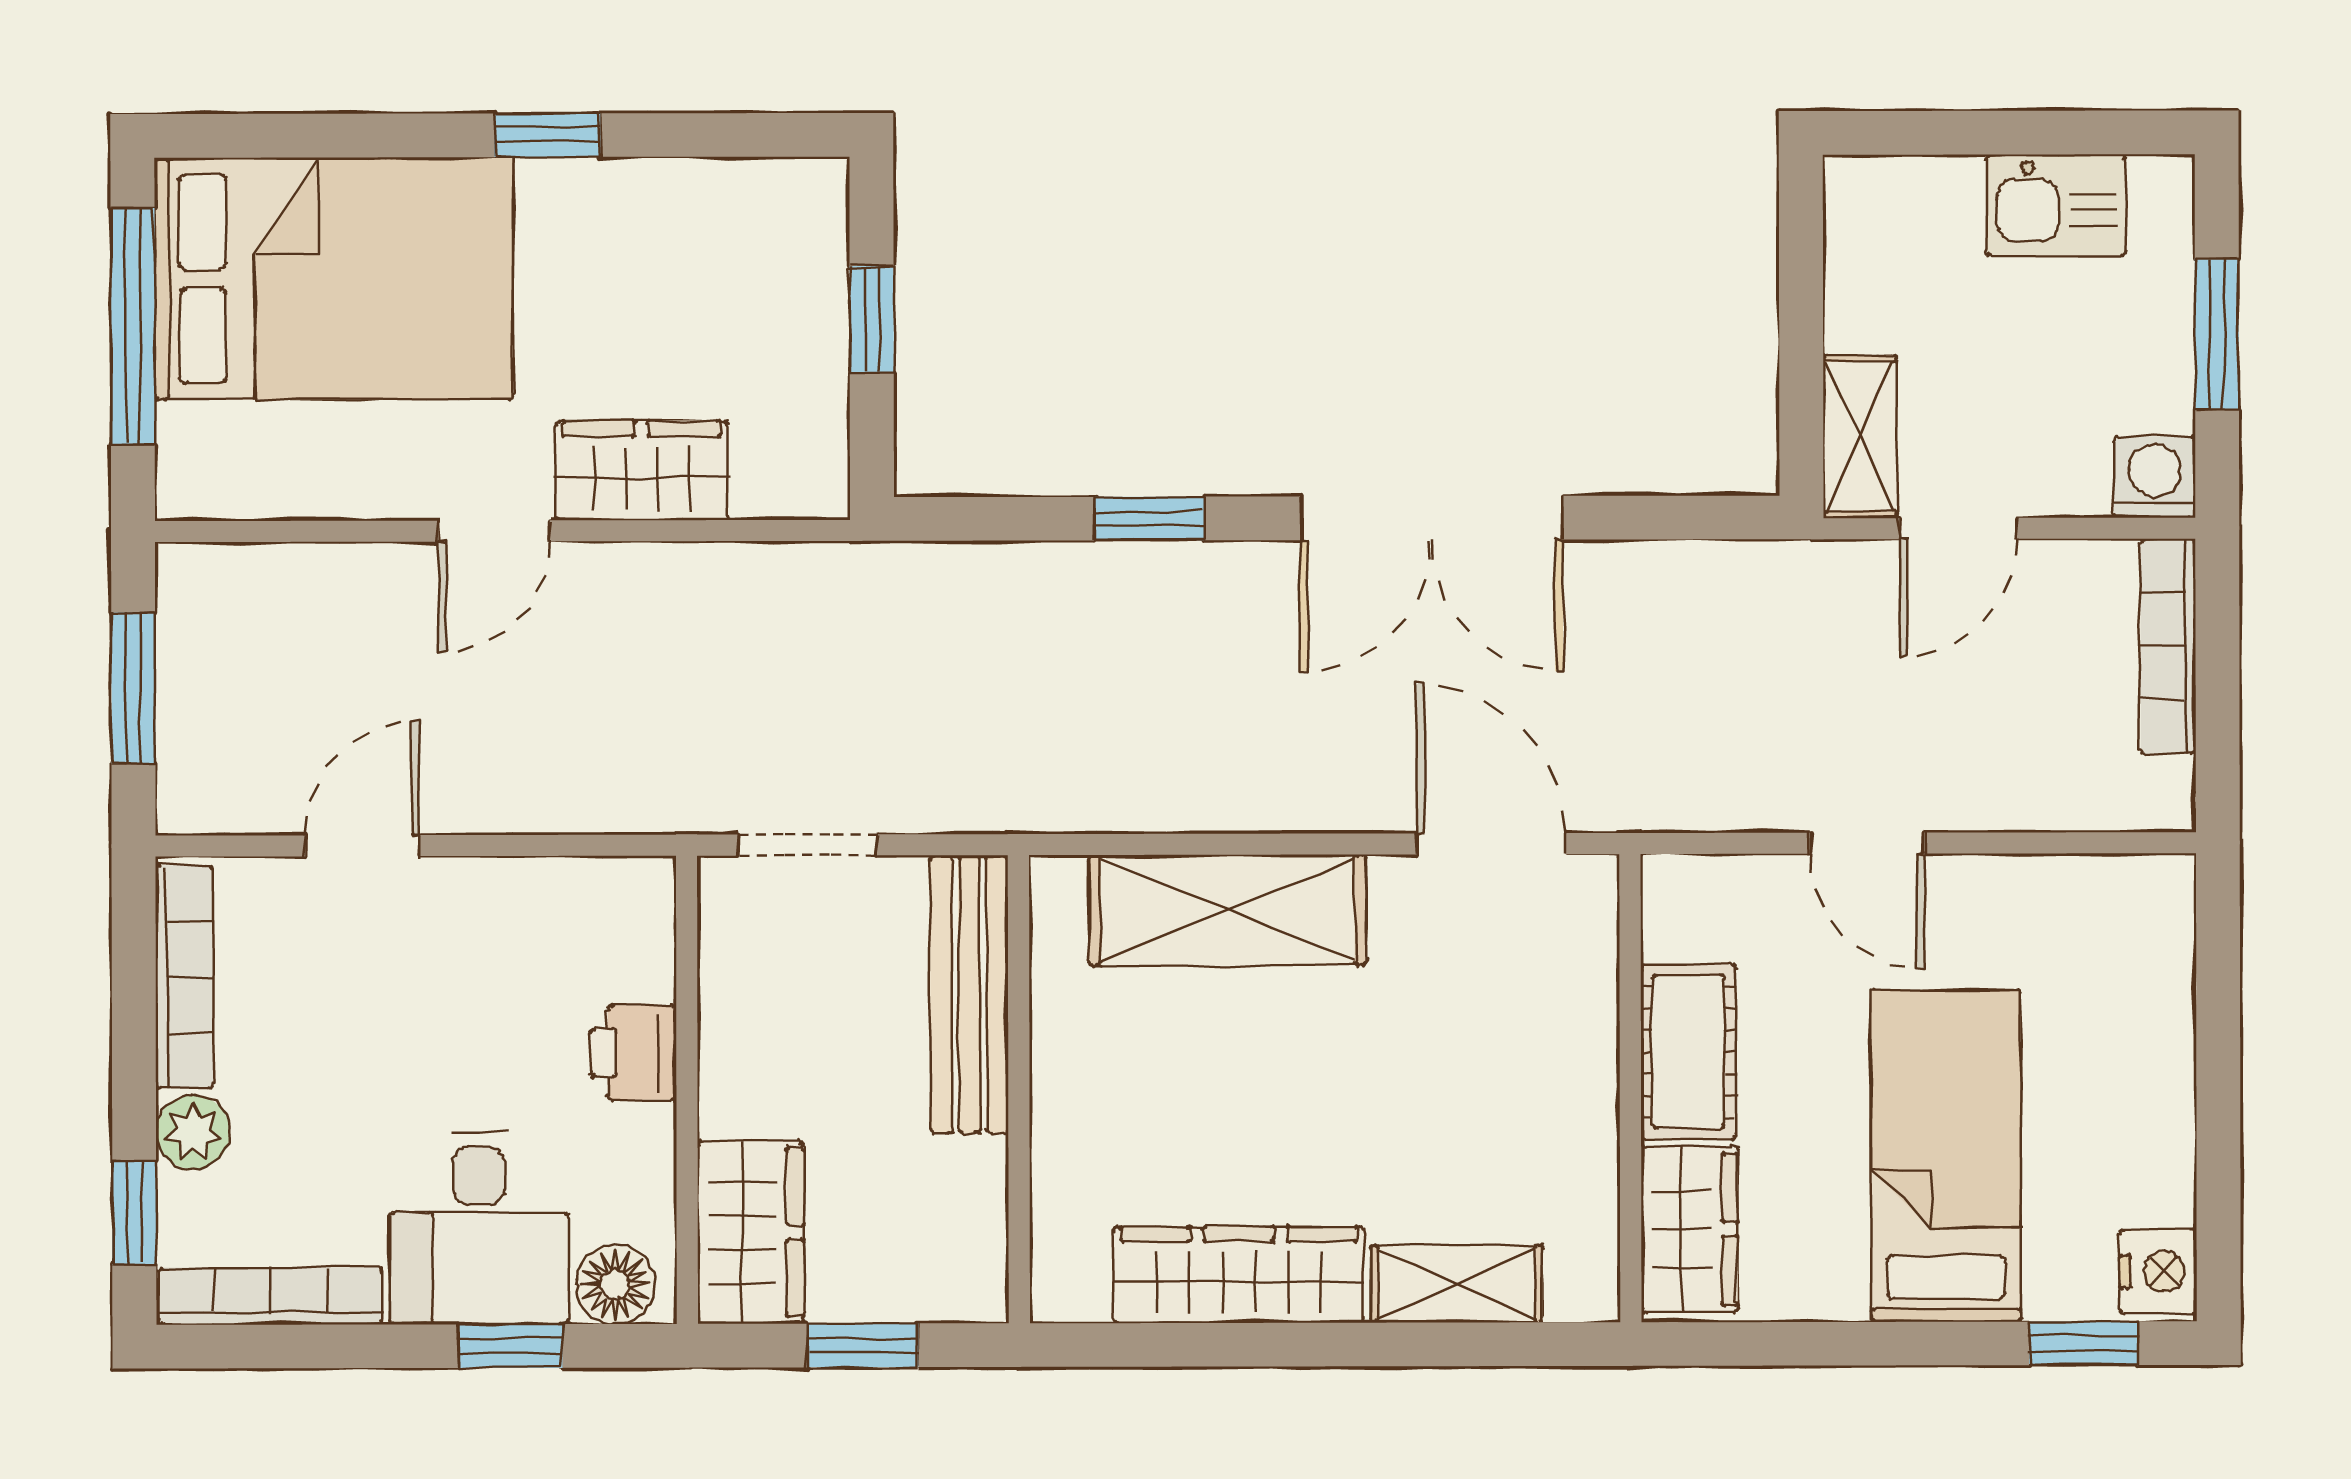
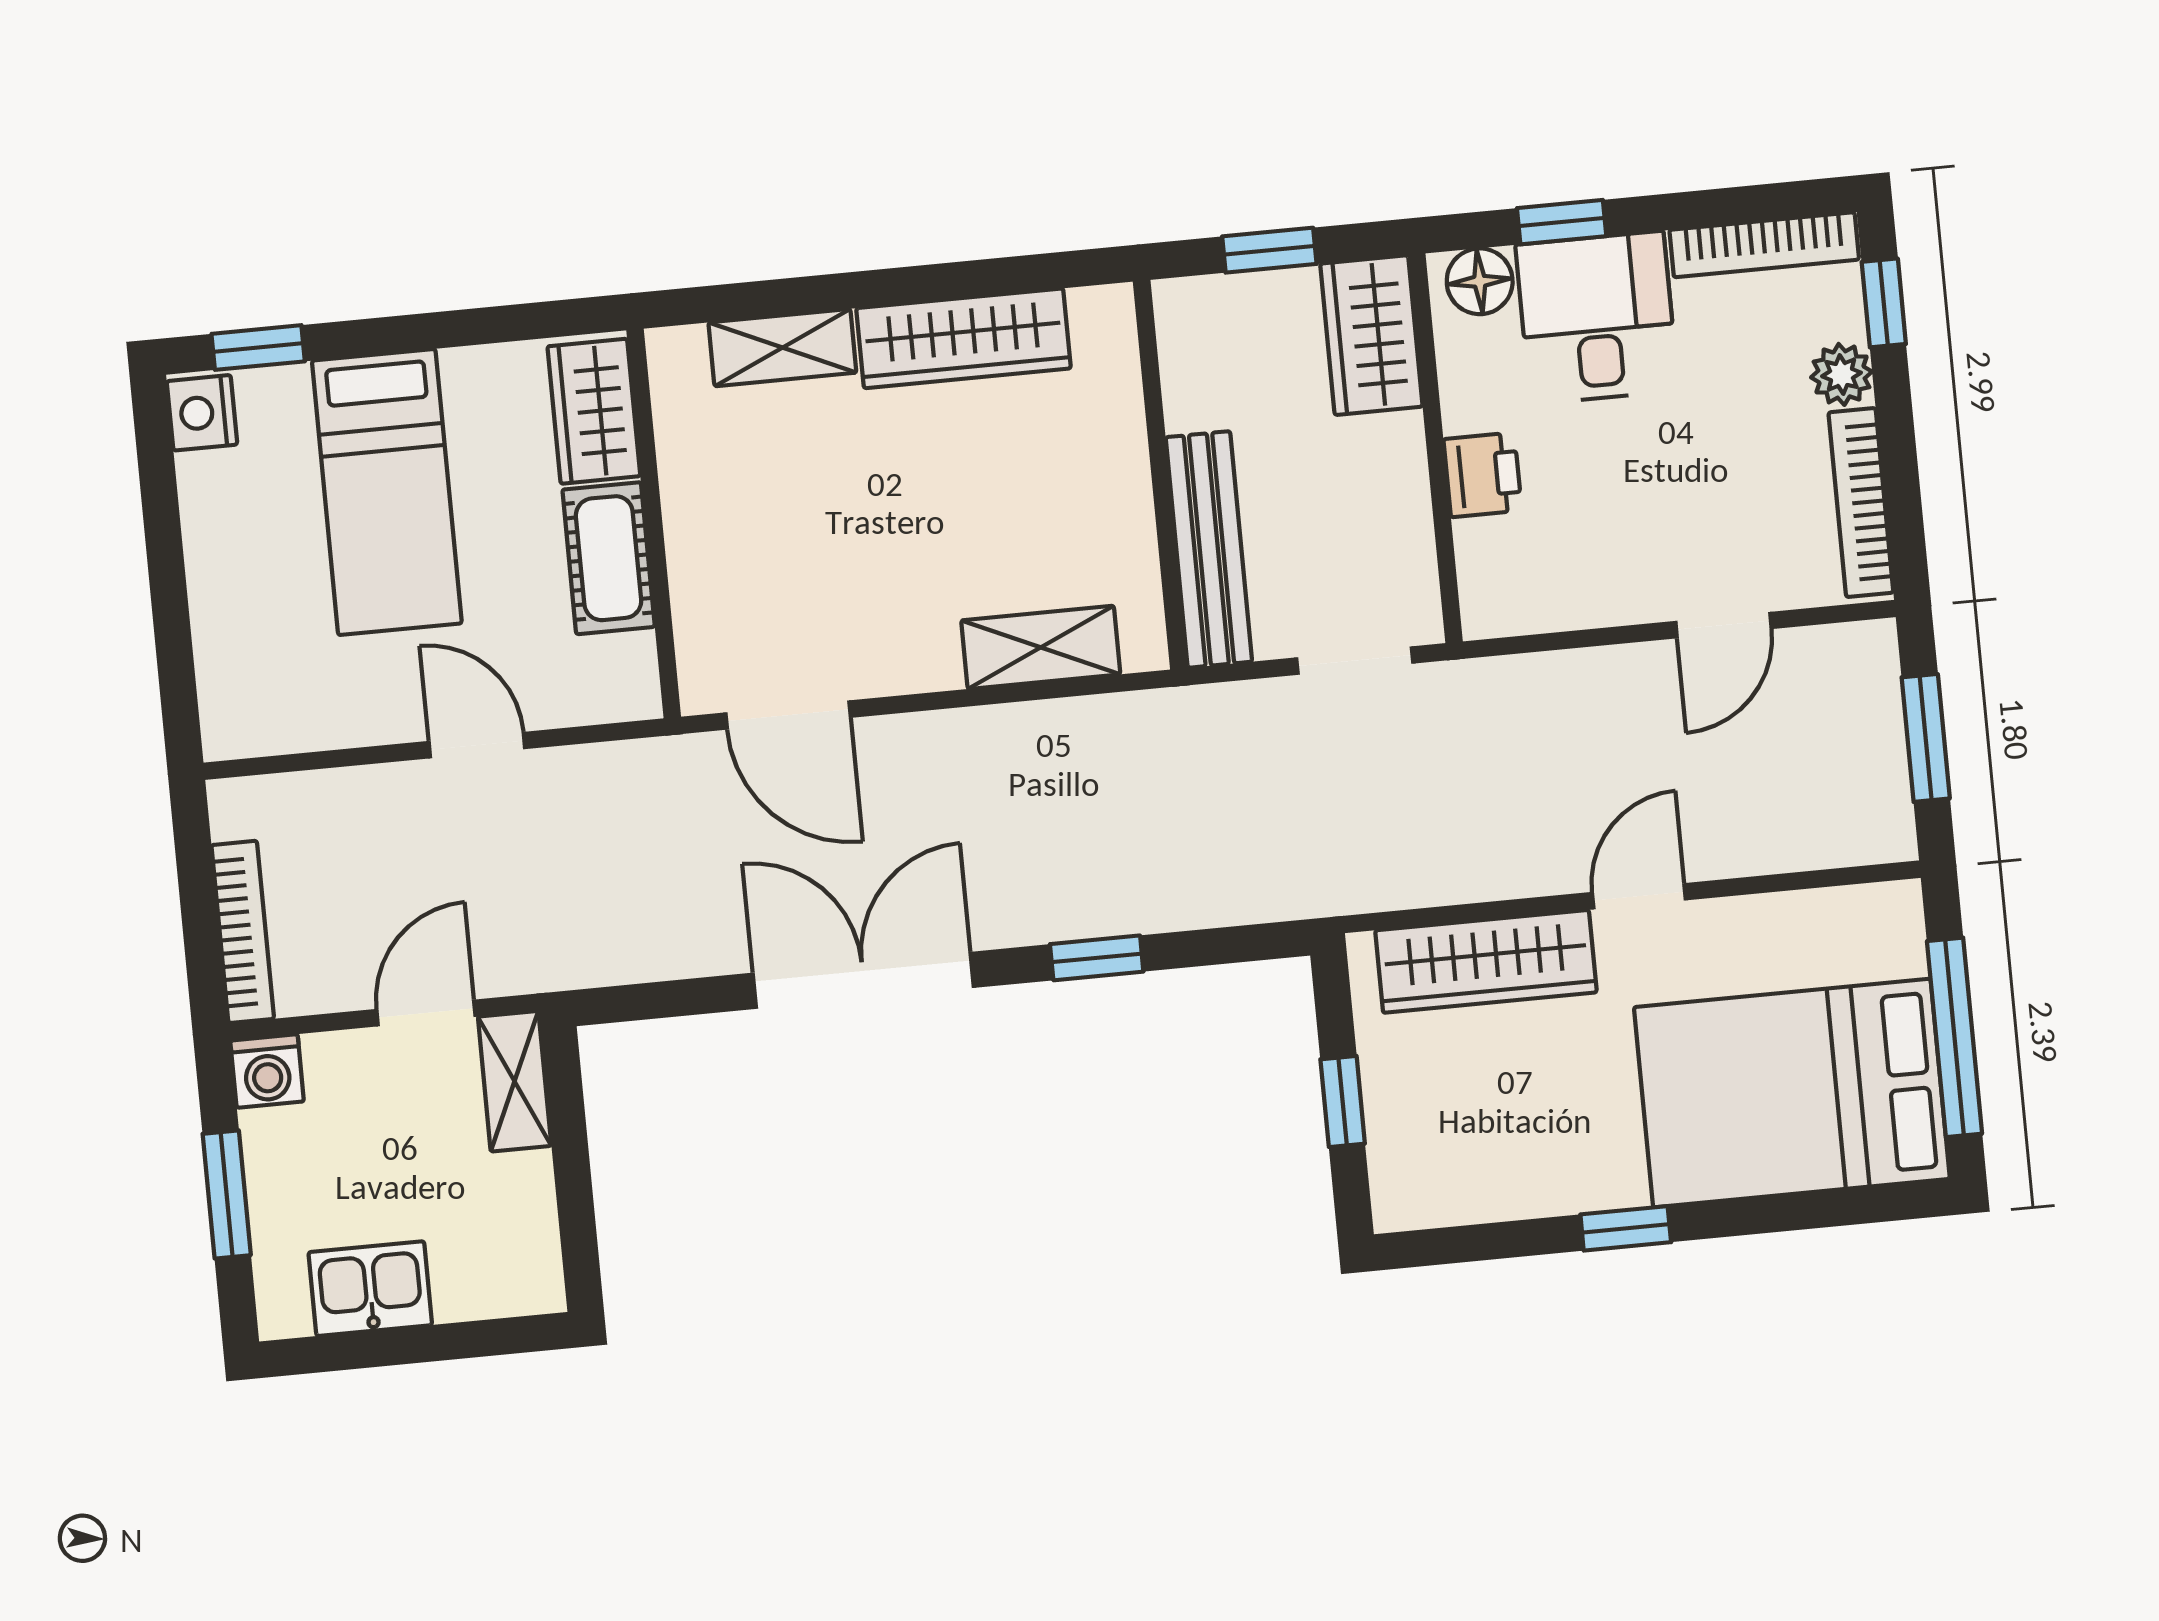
wardrobe: (641, 470) -> (1486, 961), width x1.50
shelving: (1228, 910) -> (1041, 647), width x0.67, depth x0.75

